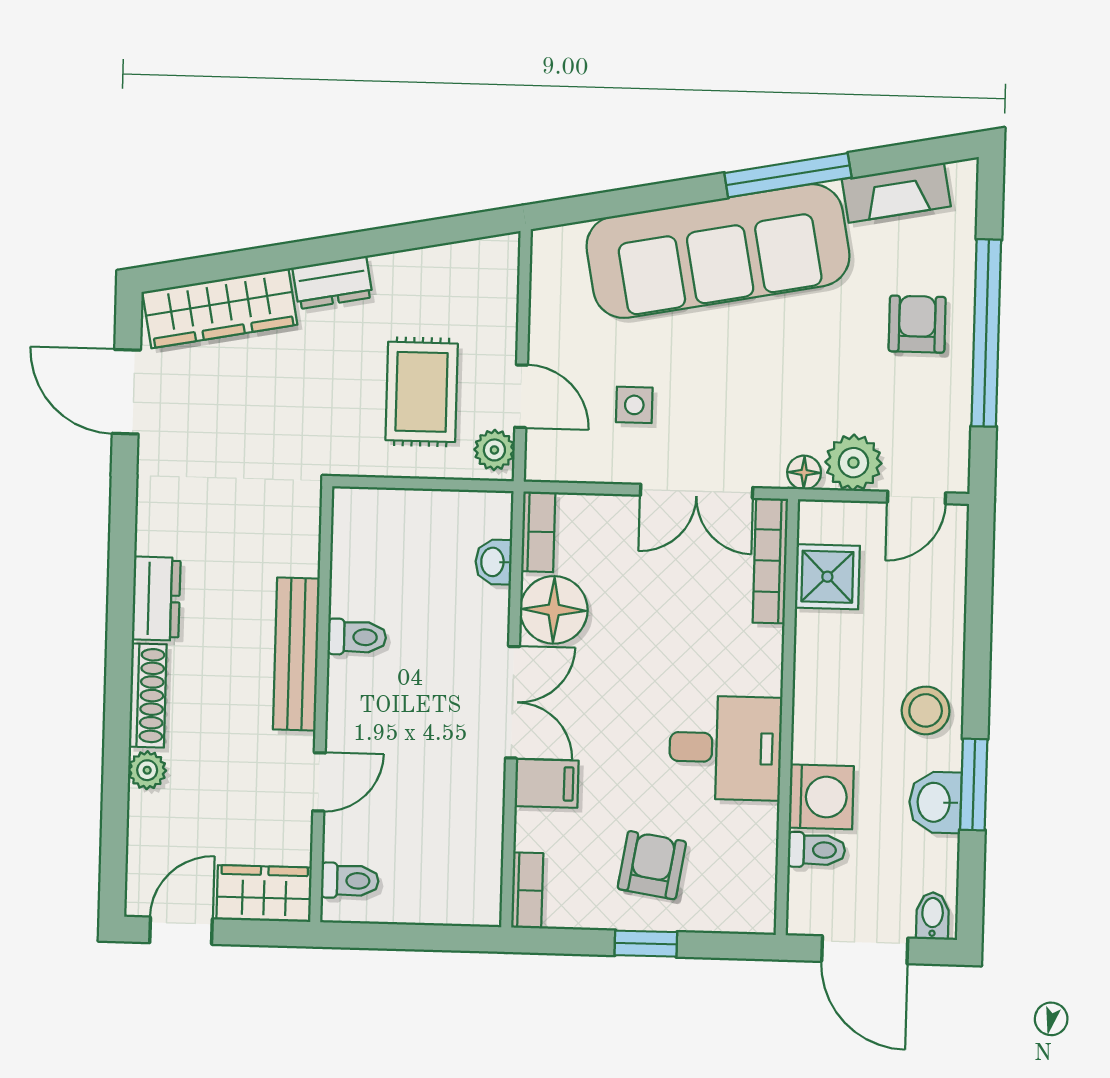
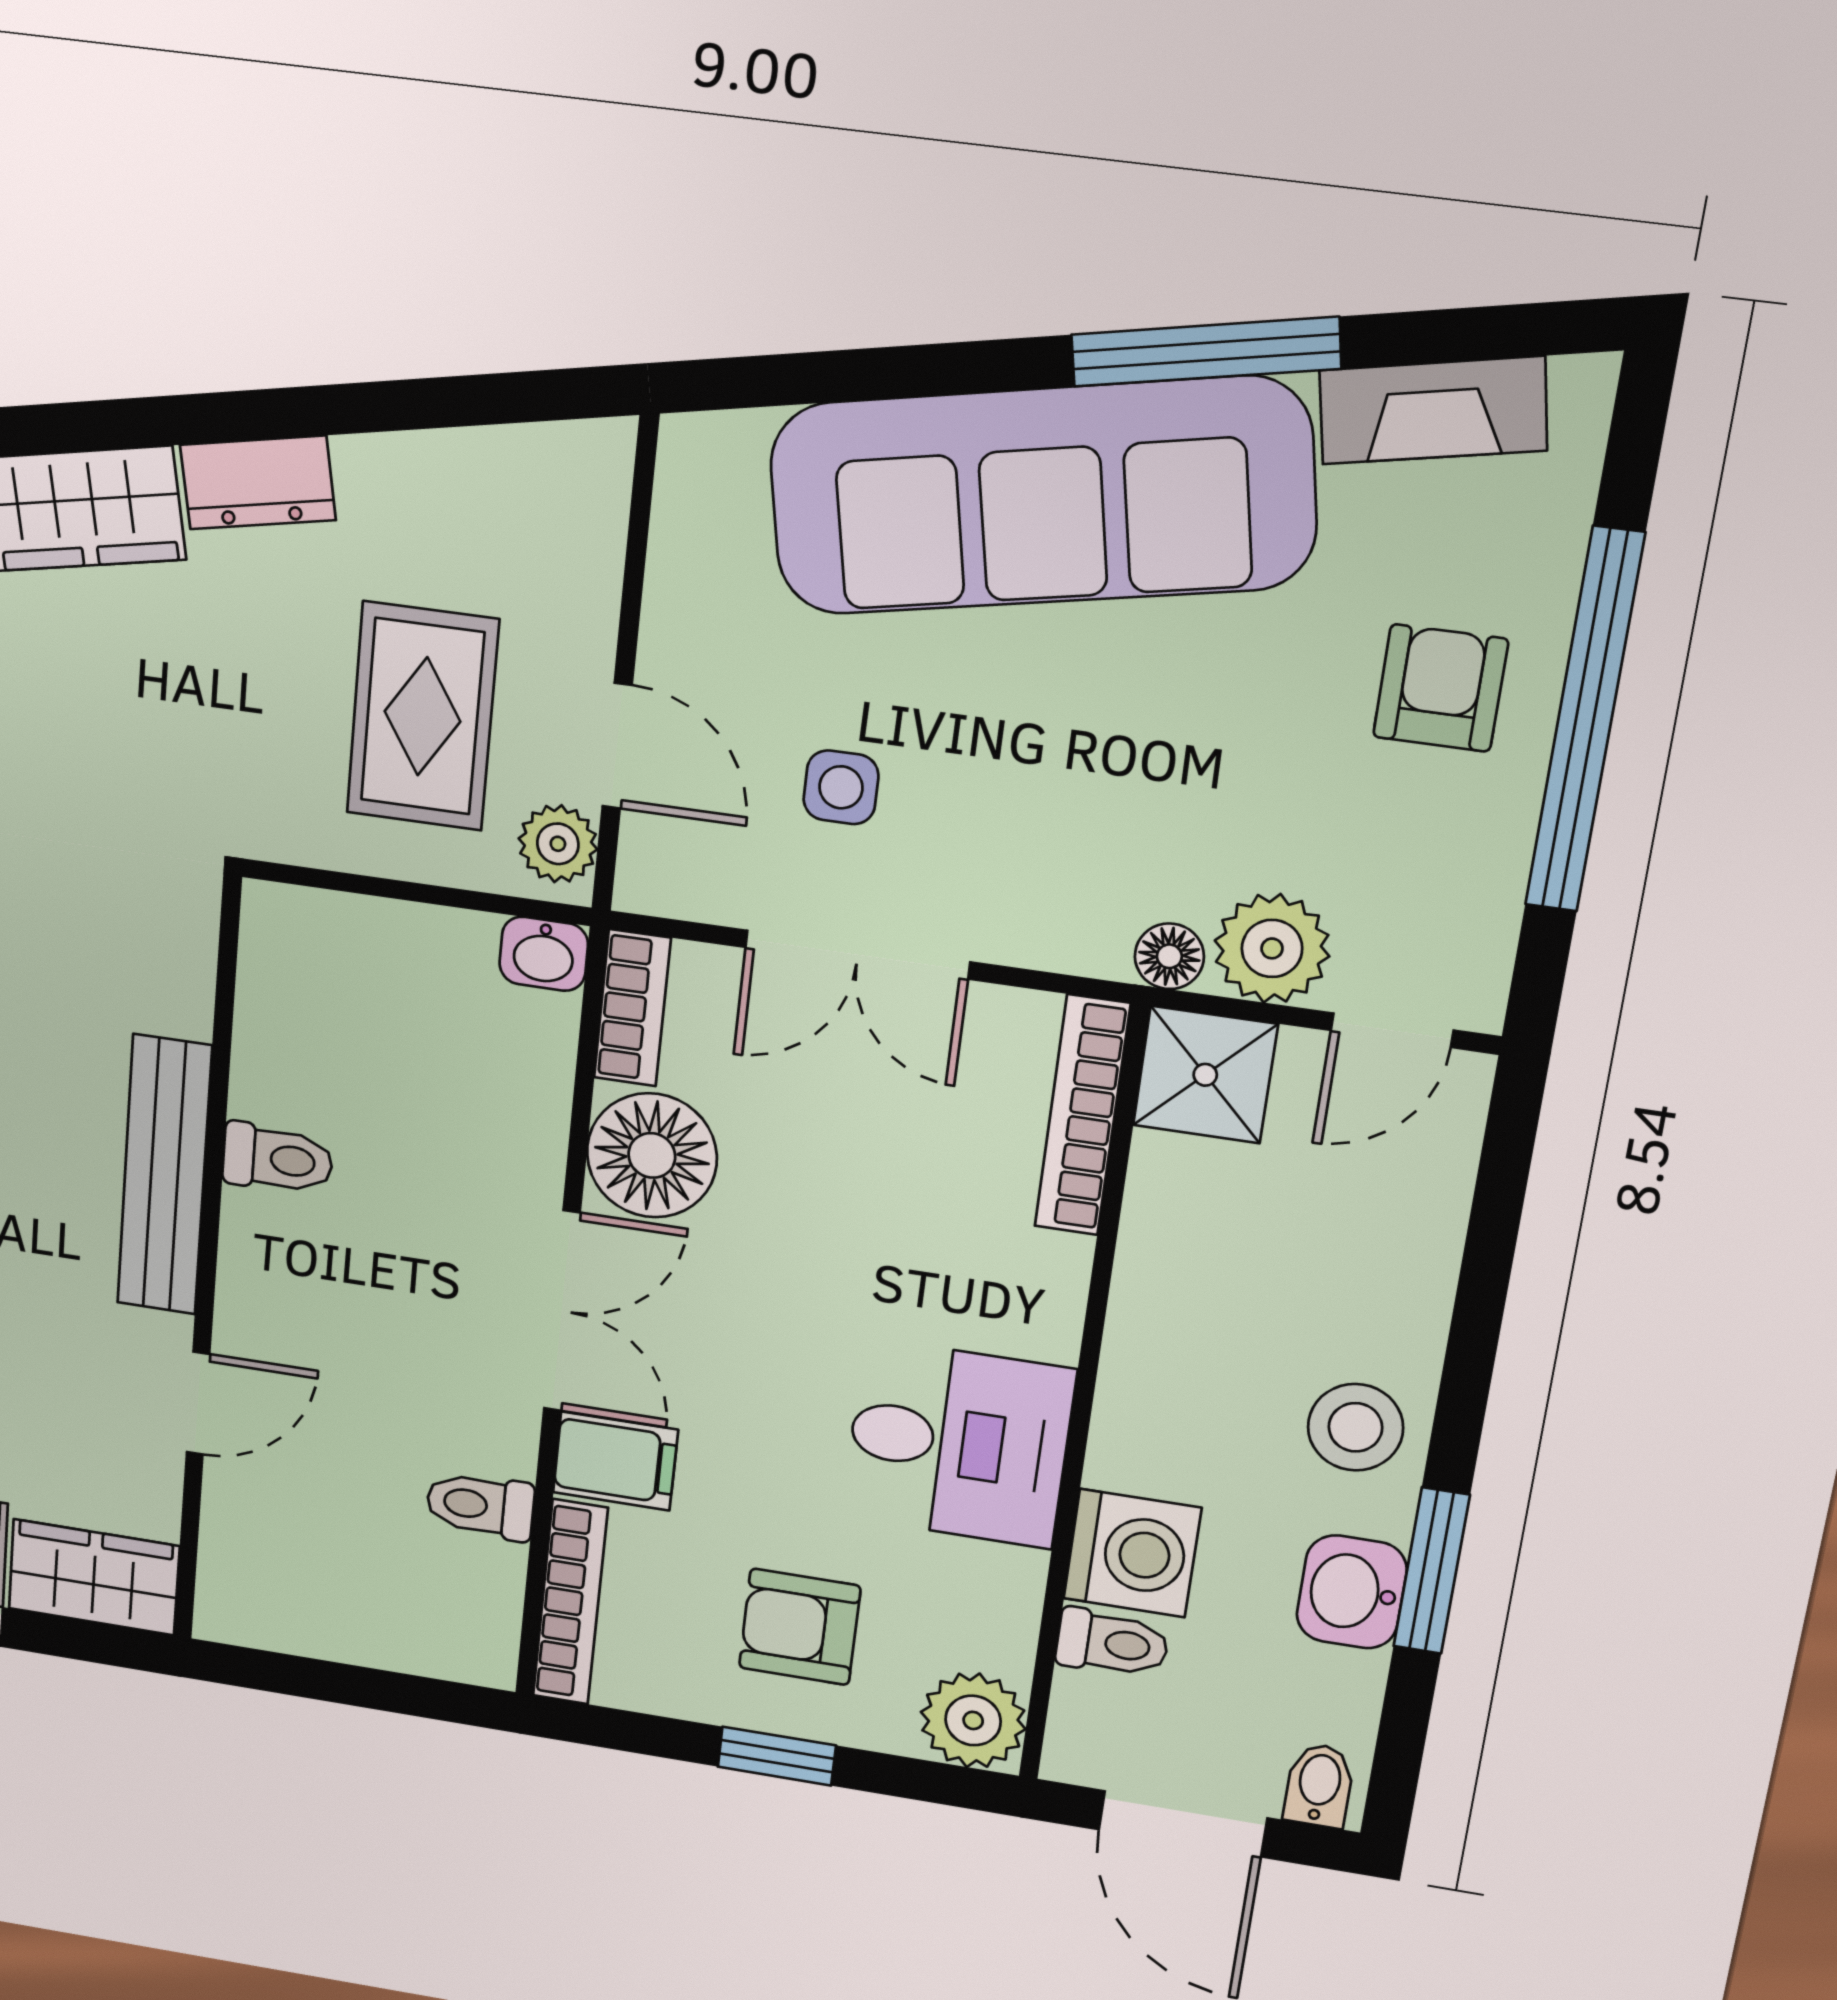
double door: (697, 491) -> (857, 955), moved
washbasin: (494, 562) -> (544, 954), moved, turned -90
shower: (827, 577) -> (1205, 1075), moved
armchair: (652, 865) -> (800, 1627), turned -99
toilet: (350, 881) -> (480, 1506), moved, turned 180
bookcase: (527, 890) -> (570, 1602), width x1.56
plant: (748, 906) -> (973, 1720), added

